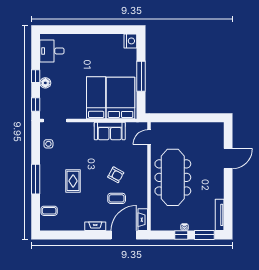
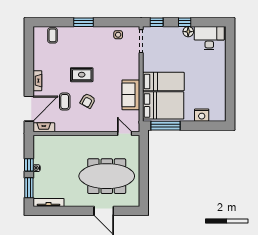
nightstand: (130, 41) -> (202, 115), moved
desk: (52, 51) -> (209, 38), width x1.37
window: (141, 76) -> (165, 126), moved
floor lamp: (45, 83) -> (188, 32), moved
meeting table: (173, 177) -> (107, 176), moved
window: (36, 179) -> (84, 22), width x0.69
rug: (73, 181) -> (82, 75), moved
door: (124, 235) -> (29, 109), hinge flipped

